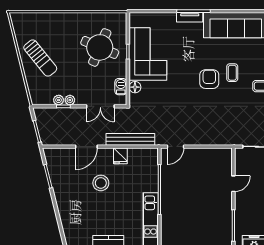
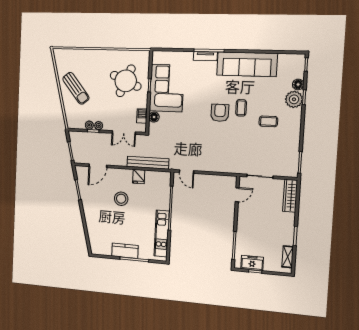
door: (86, 147) -> (98, 166), moved
door: (175, 147) -> (187, 172), hinge flipped
door: (233, 184) -> (237, 195), moved

